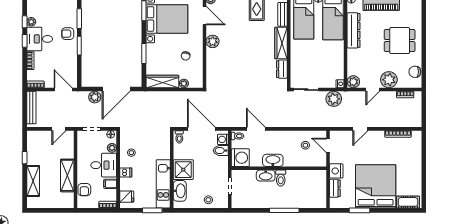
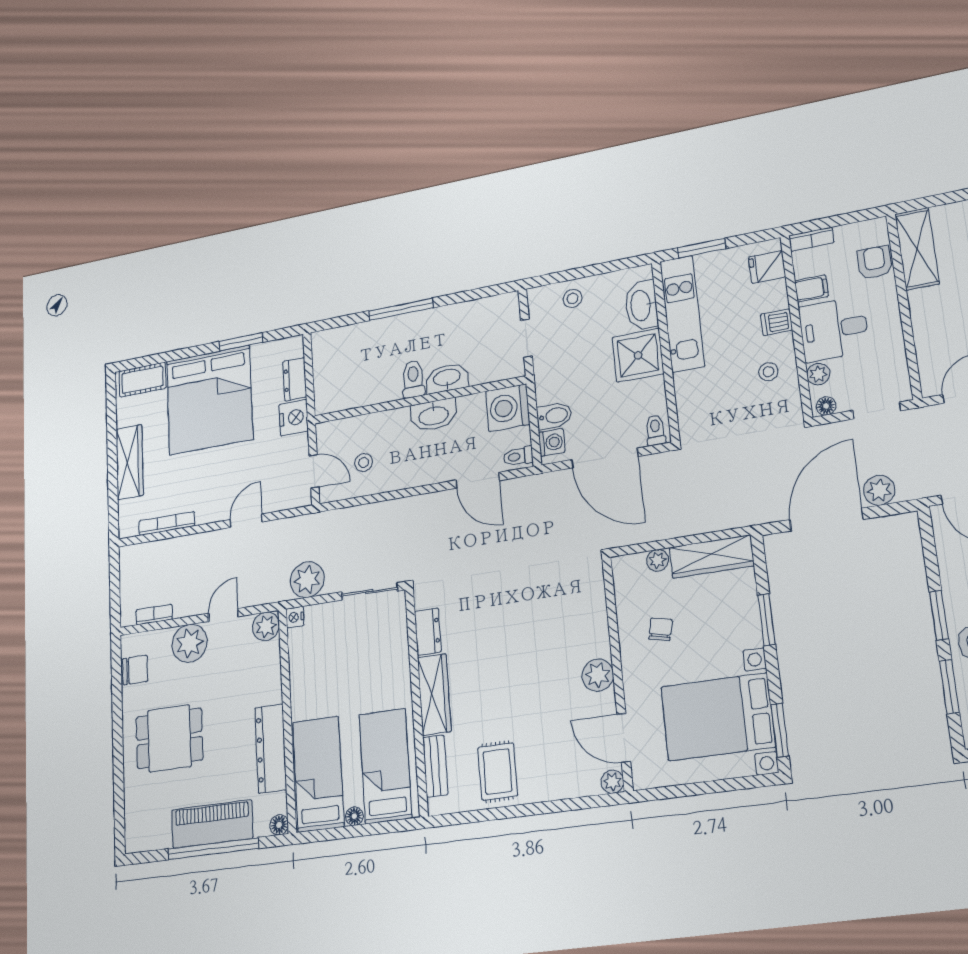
wardrobe: (415, 165) -> (130, 462), added
shelving: (67, 175) -> (917, 249), moved

